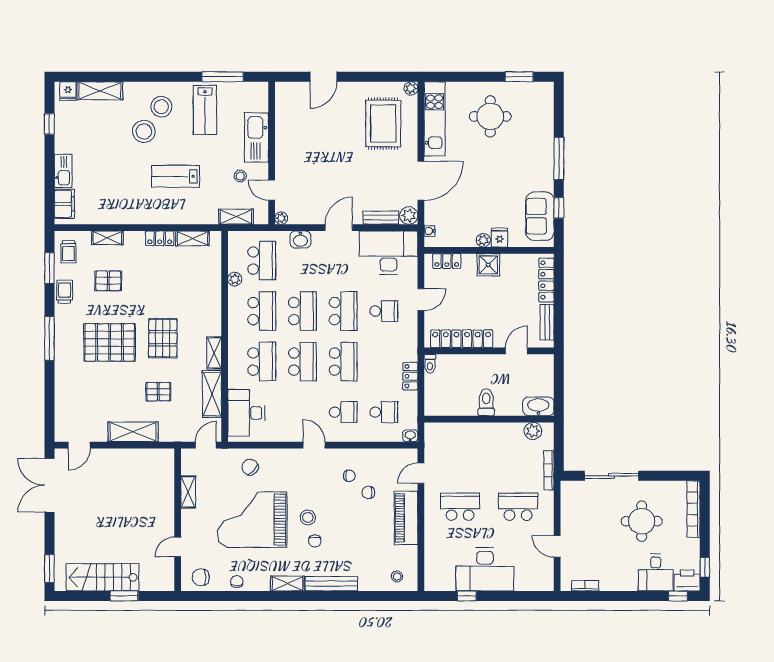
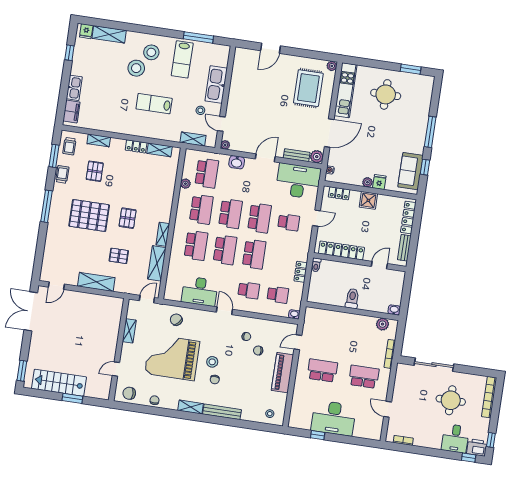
pallet: (108, 281) -> (95, 171), turned 90
pallet: (163, 338) -> (128, 218), width x0.67, depth x0.71
washbasin: (538, 406) -> (394, 310), width x0.52, depth x0.69
desk: (246, 413) -> (200, 291), moved, turned -90

